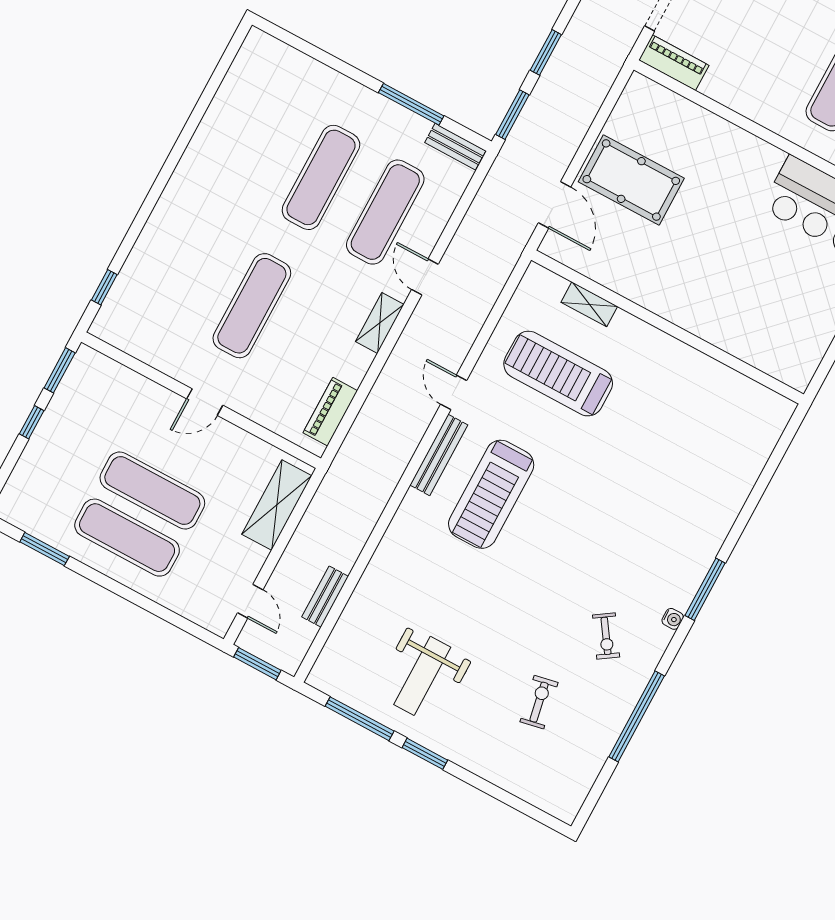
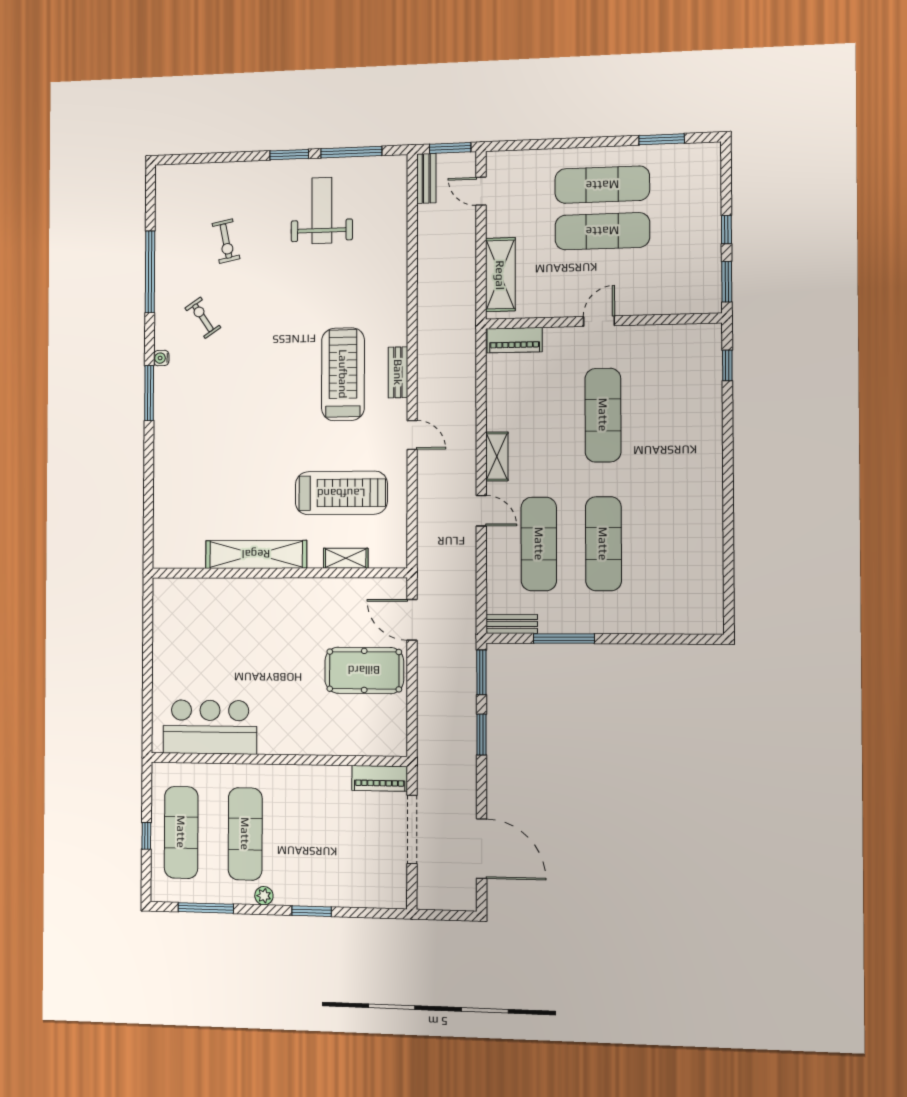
shelving: (681, 359) -> (256, 554), added
piano: (330, 412) -> (515, 340), moved, turned 90
bench: (439, 455) -> (398, 372), width x0.73
bench: (325, 597) -> (426, 178), moved

